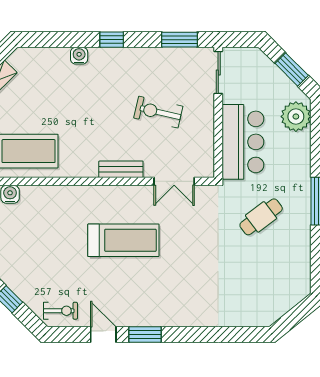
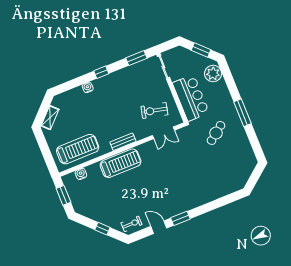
exercise bike: (158, 112) -> (154, 111), moved
bench: (121, 169) -> (123, 142), moved
treadmill: (123, 240) -> (121, 163), moved

